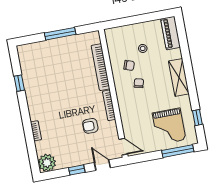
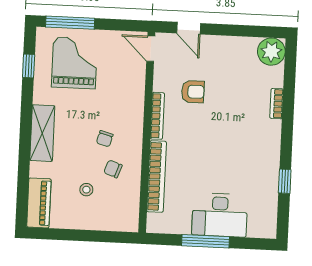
desk: (55, 52) -> (220, 215), added
window: (77, 170) -> (229, 30), removed

